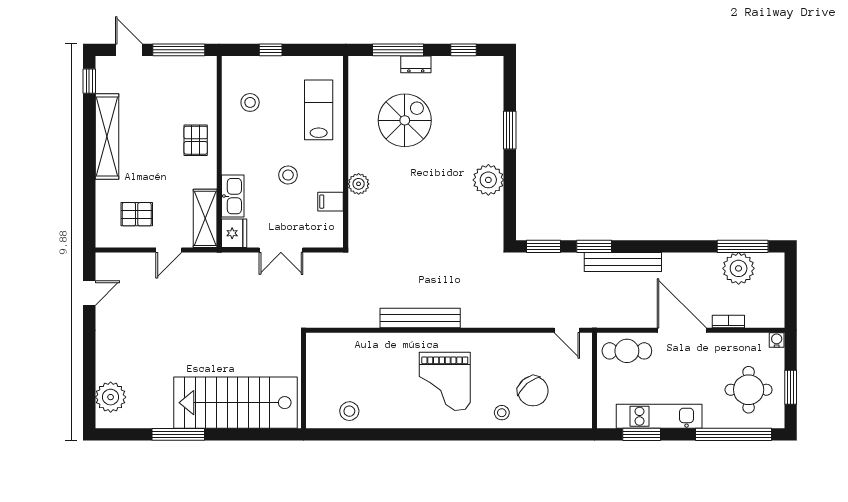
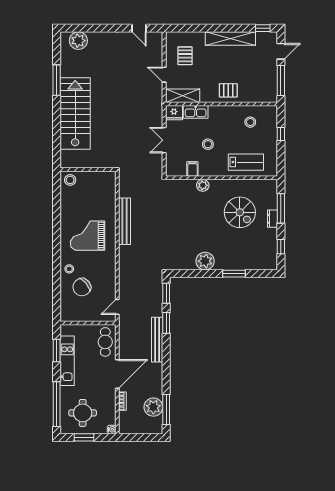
wall: (304, 381) -> (88, 170), moved

